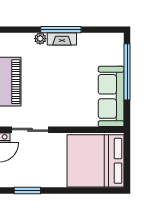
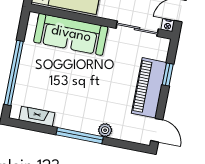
fireplace: (62, 39) -> (37, 116), moved
sofa: (111, 96) -> (71, 34), moved, turned 90

